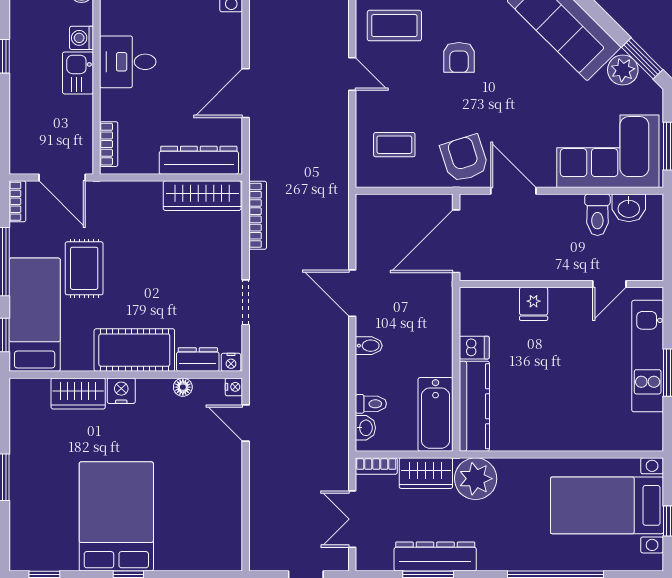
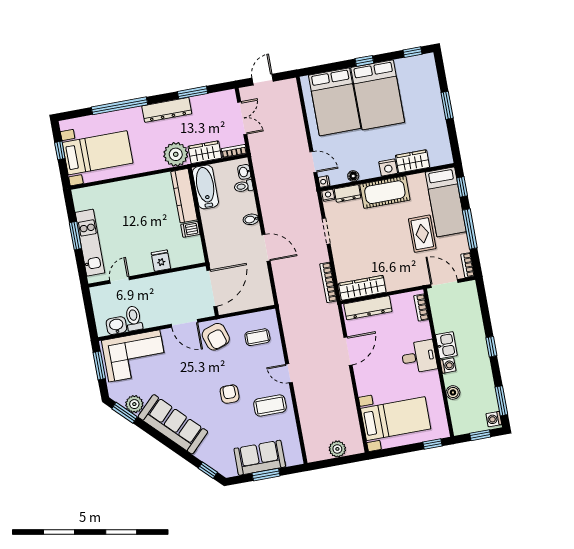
bed: (191, 518) -> (335, 102), added
dresser: (435, 557) -> (167, 110), moved

